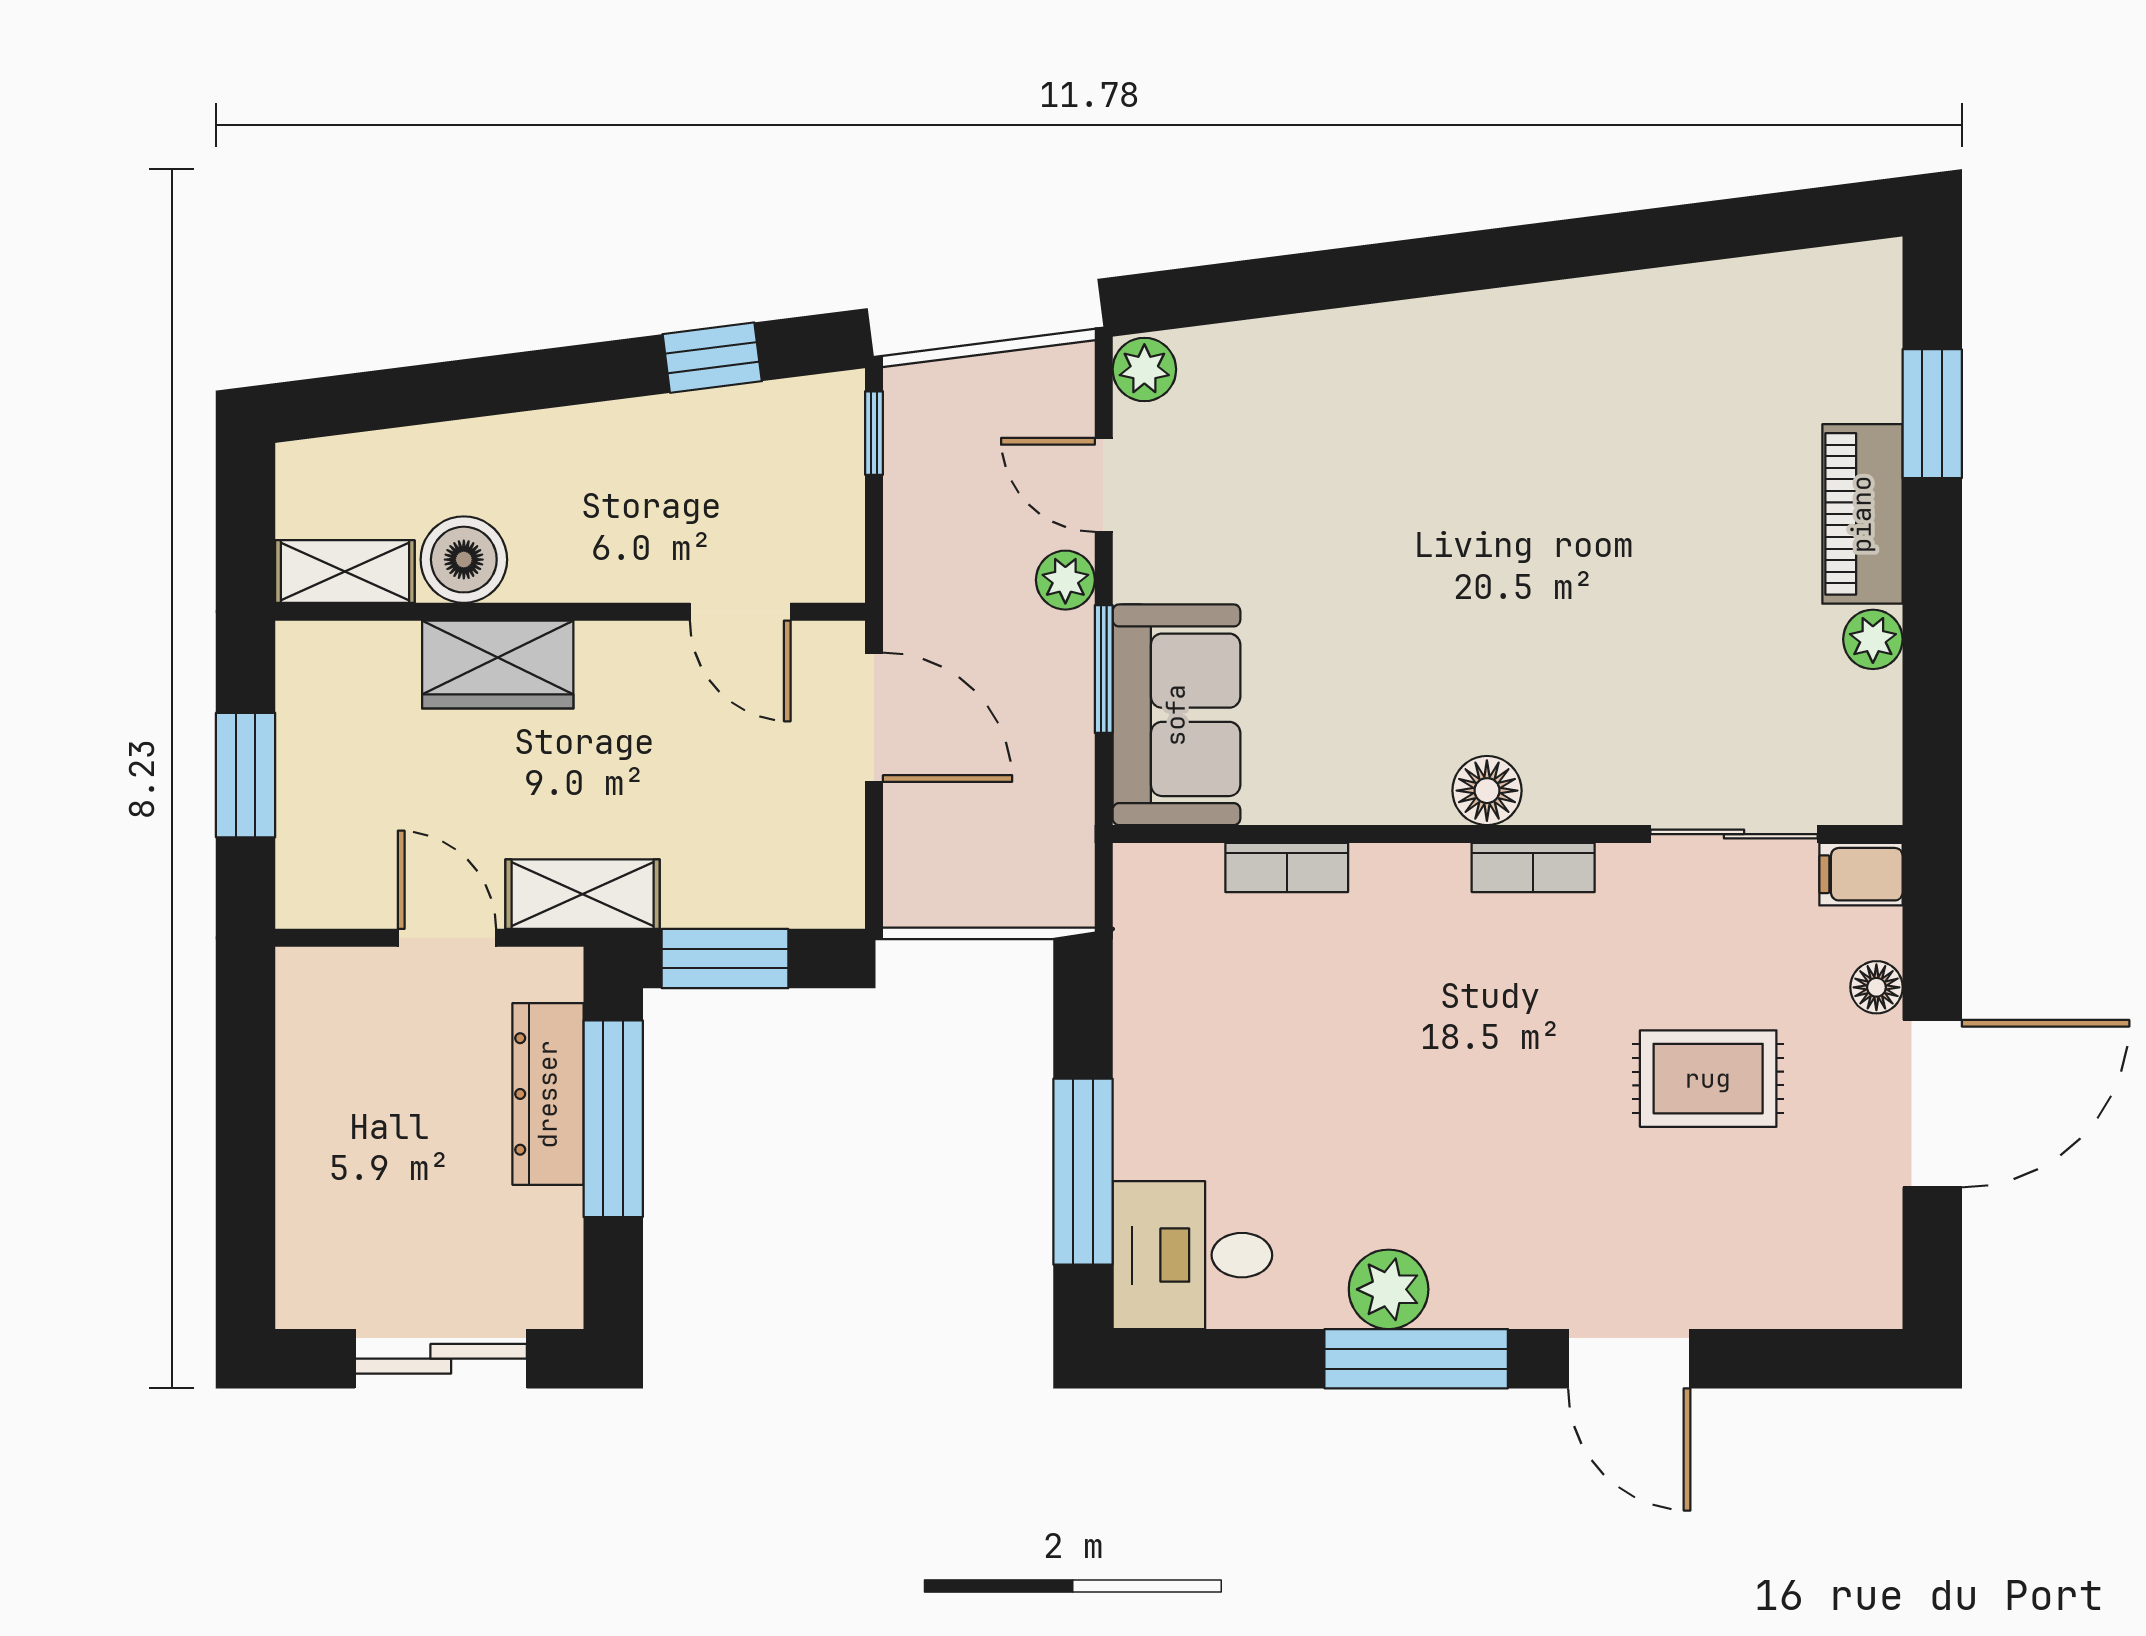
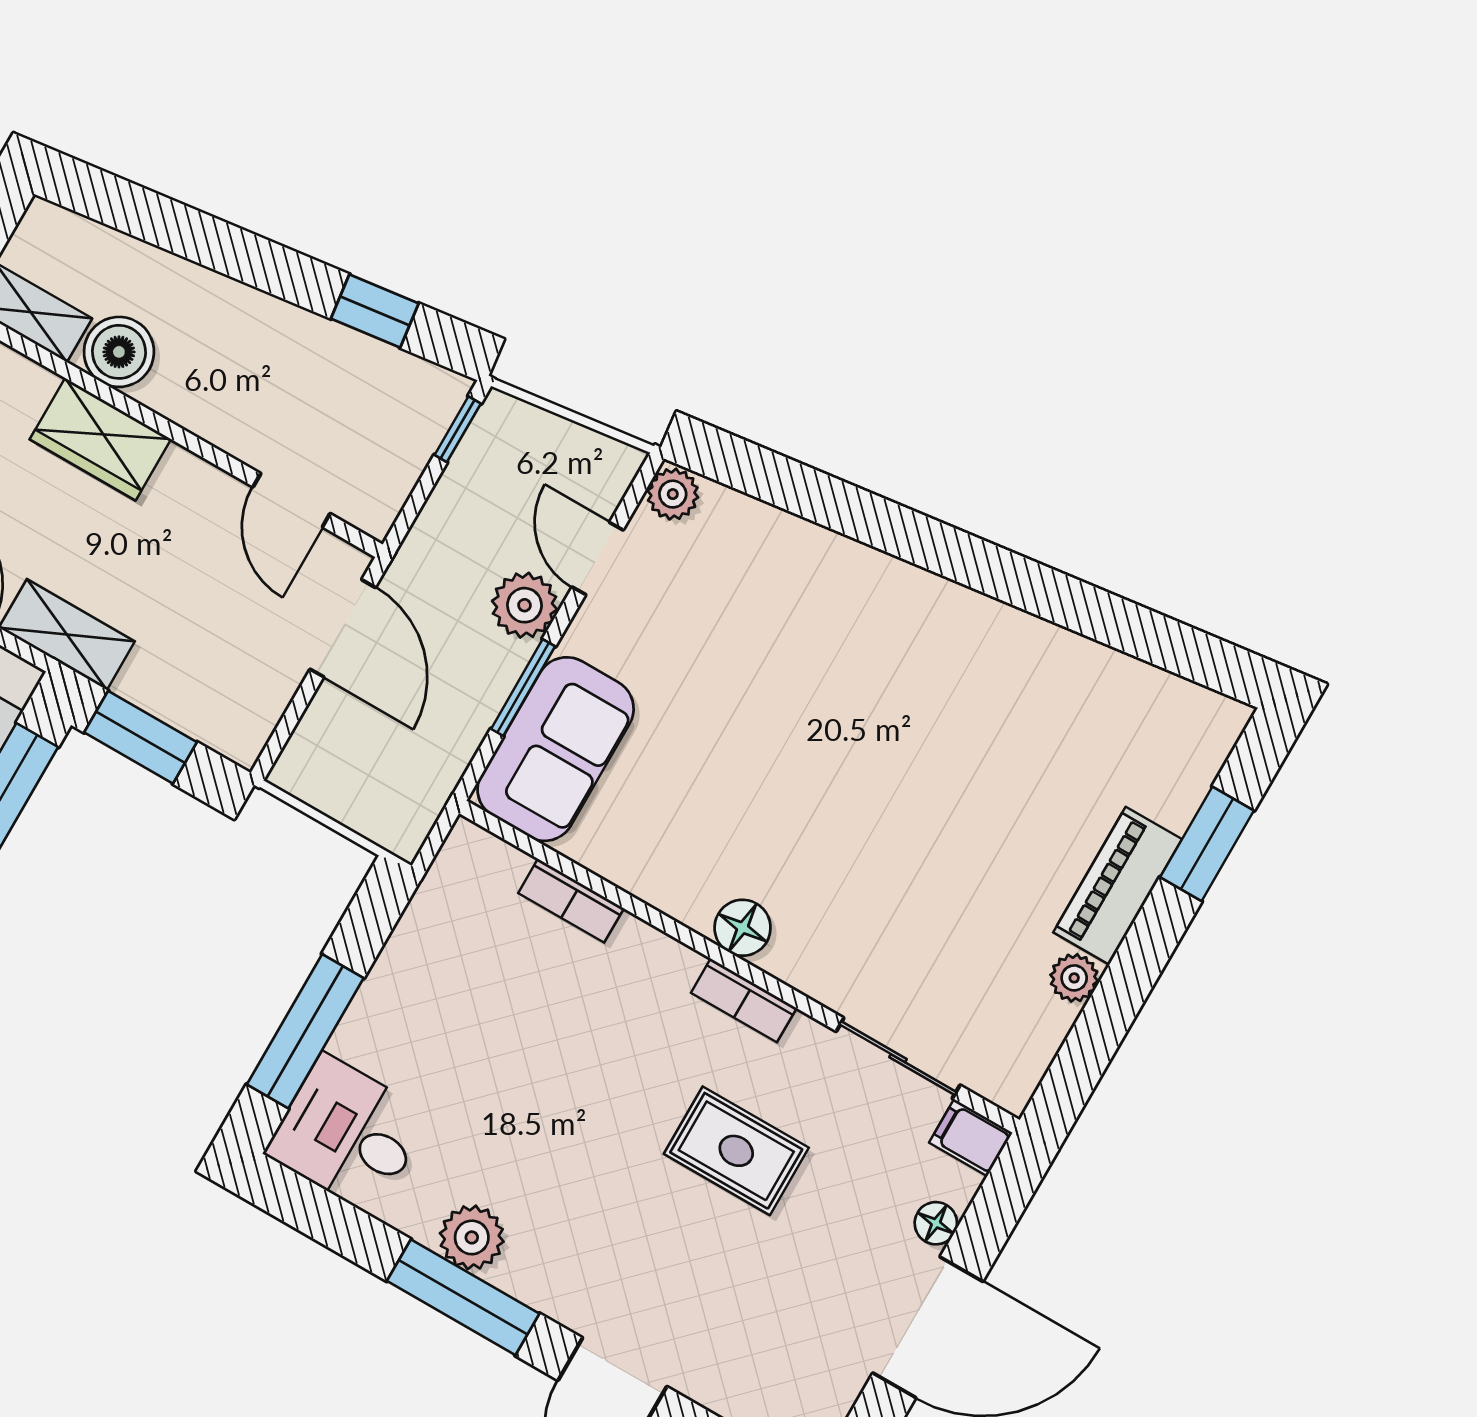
plant: (1065, 580) -> (524, 605), width x1.38, depth x1.38
rug: (1708, 1079) -> (736, 1151), moved

